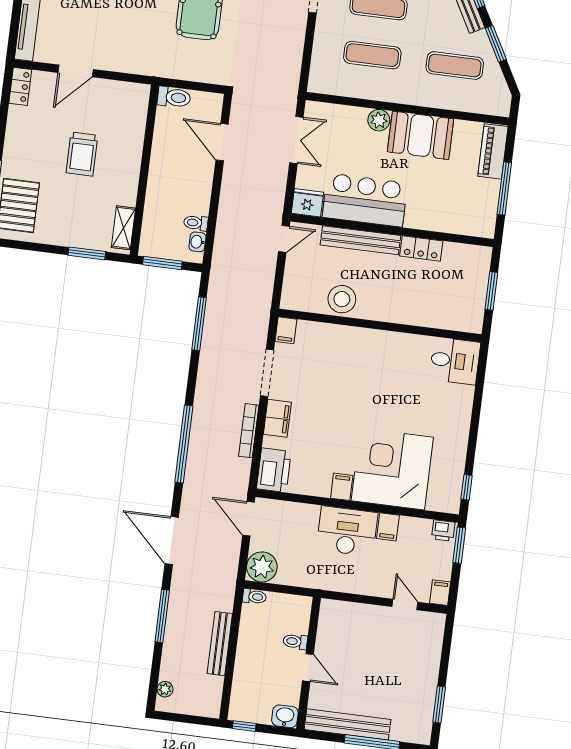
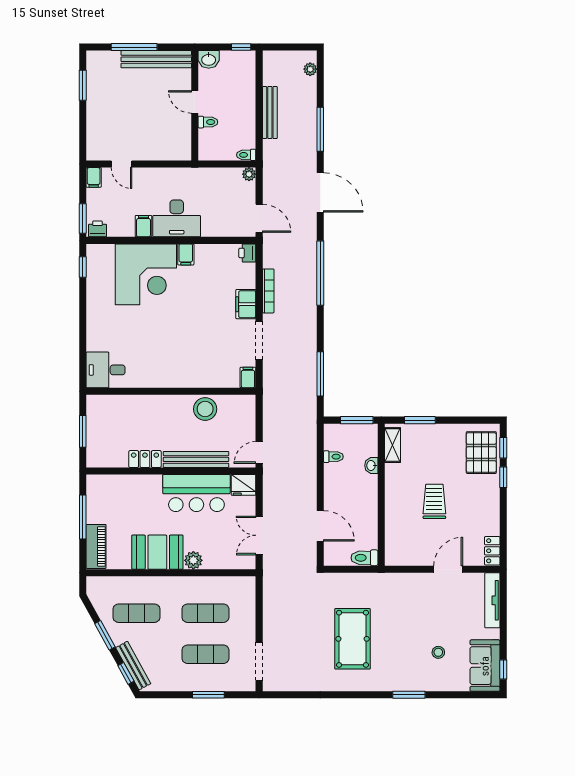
washbasin: (197, 242) -> (371, 465), moved, turned 180
printer: (274, 470) -> (247, 253), width x0.53, depth x0.68
plant: (262, 567) -> (249, 174), width x0.53, depth x0.53

